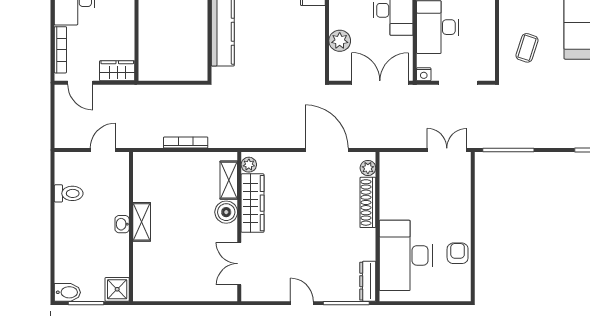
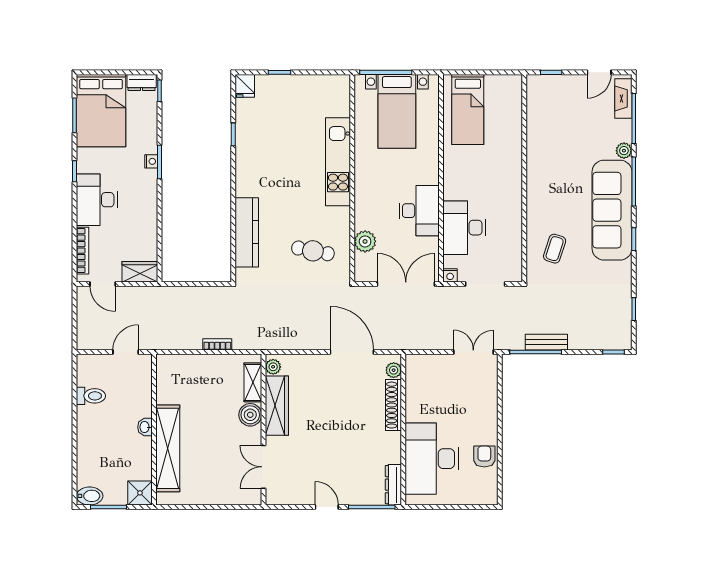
cafe table: (288, 50) -> (313, 251), added
bench: (519, 140) -> (546, 342), added
bookcase: (186, 142) -> (217, 344), width x0.64
shelving: (142, 222) -> (168, 448), width x2.20, depth x1.33

